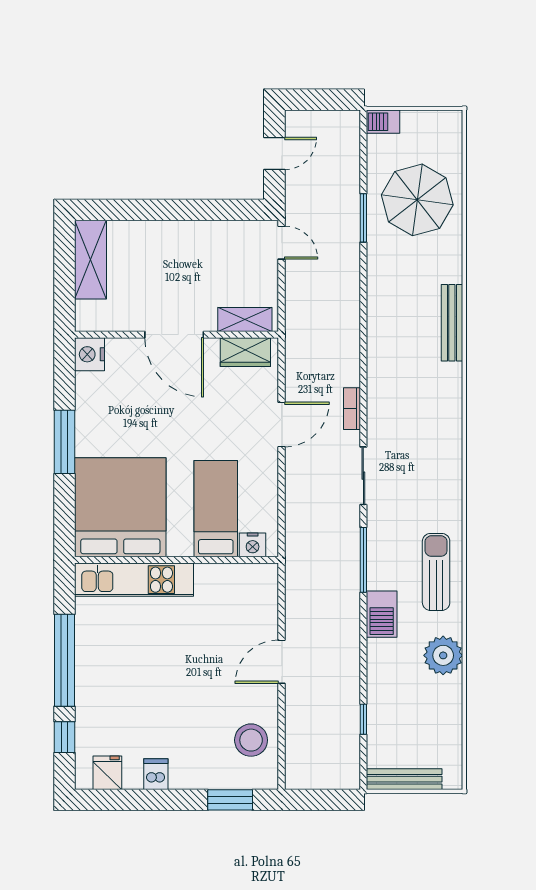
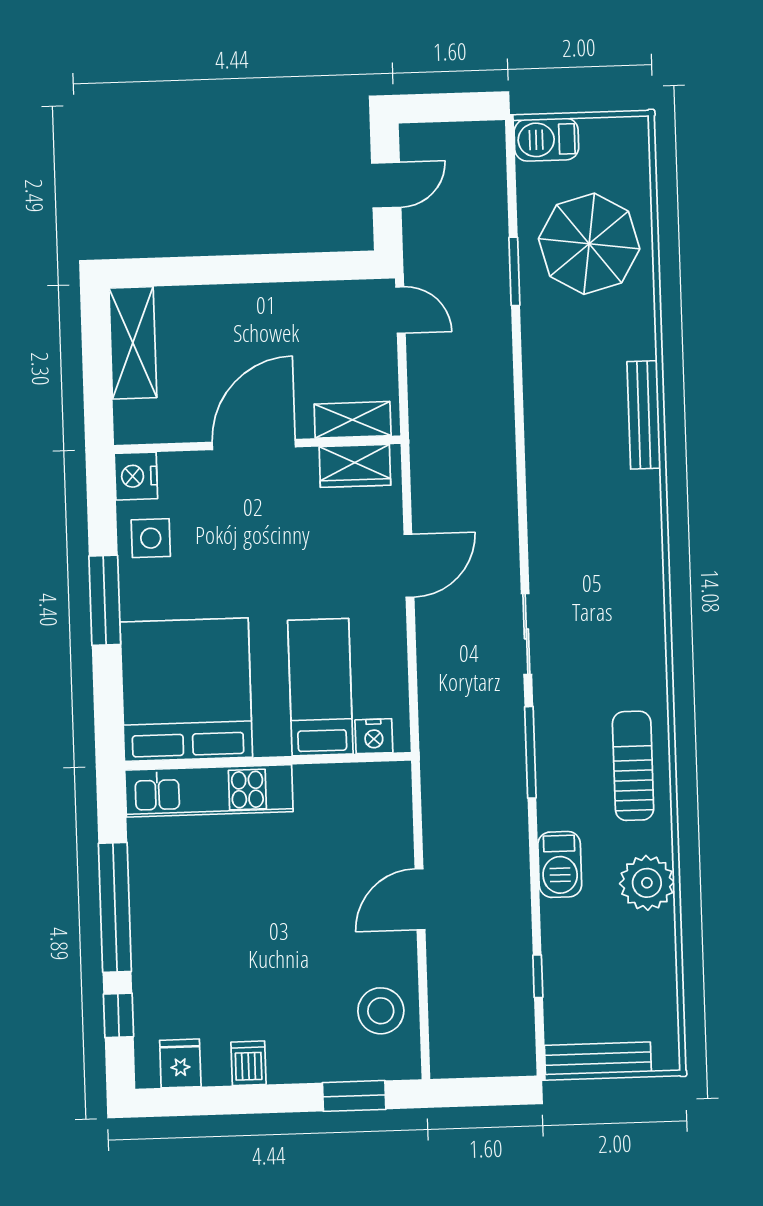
barbecue: (383, 122) -> (546, 140), width x1.38, depth x1.27
door: (174, 335) -> (254, 445), swing flipped
side table: (99, 399) -> (151, 538), added
bookcase: (352, 409) -> (507, 540), removed
barbecue: (382, 614) -> (560, 864), moved

